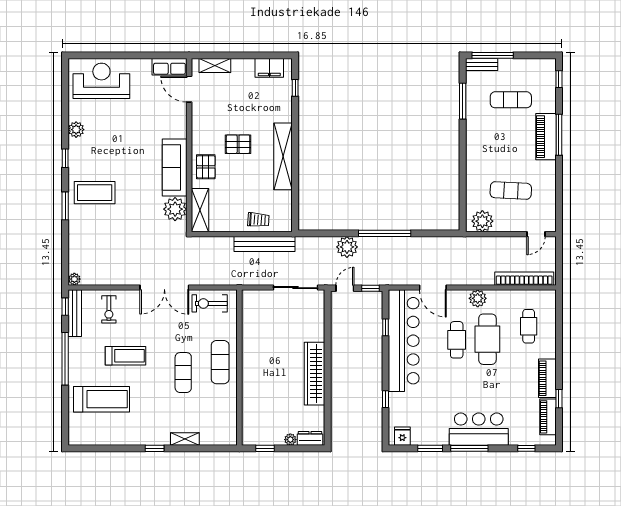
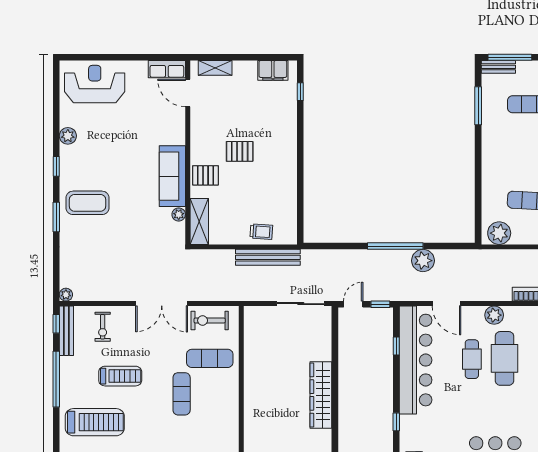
shelving: (283, 156) -> (287, 164), removed
pallet: (206, 167) -> (206, 175), turned 90
plant: (175, 209) -> (179, 214), width x0.53, depth x0.53
plant: (347, 247) -> (423, 261), moved
exercise mat: (220, 362) -> (210, 358), moved, turned 90

